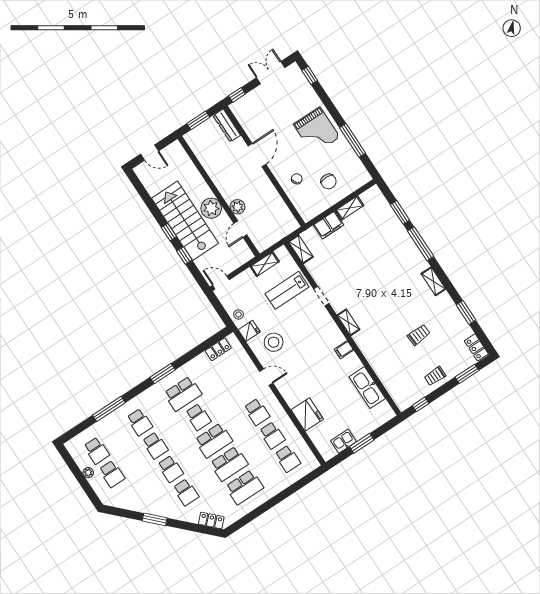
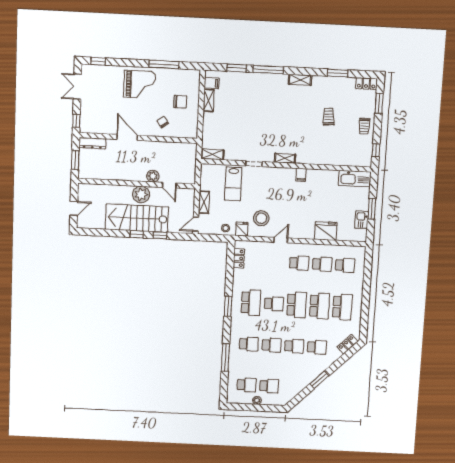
filing cabinet: (328, 225) -> (212, 83), moved, width x0.50
shelving: (265, 264) -> (204, 202), moved
kitchen sink: (367, 388) -> (355, 179), moved

